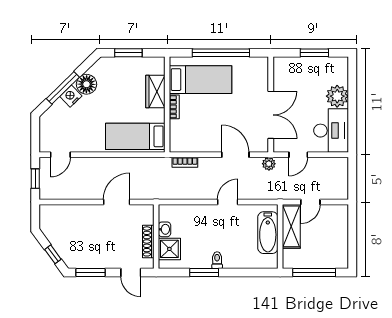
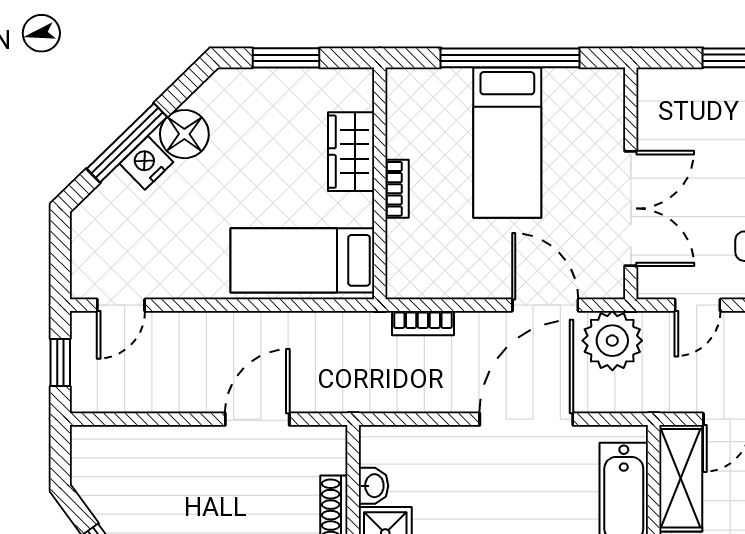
bed: (201, 80) -> (507, 143), moved, turned 90
plant: (269, 164) -> (612, 341), width x1.88, depth x1.88
door: (228, 202) -> (526, 419), width x1.88

